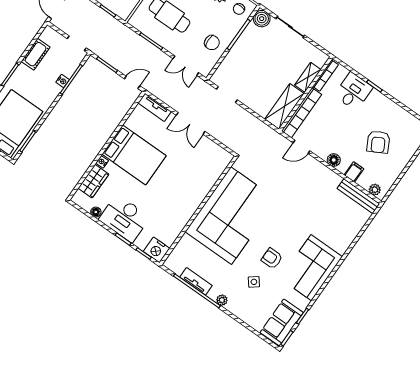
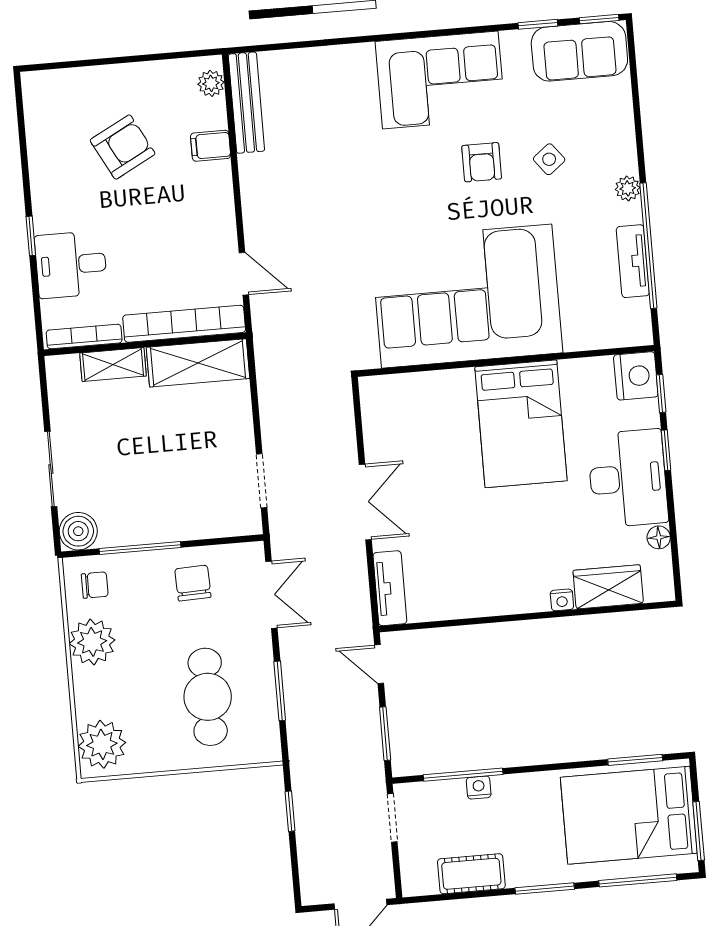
bed: (134, 155) -> (521, 424), moved, turned 180
floor lamp: (334, 160) -> (220, 198), removed

